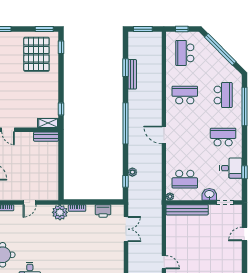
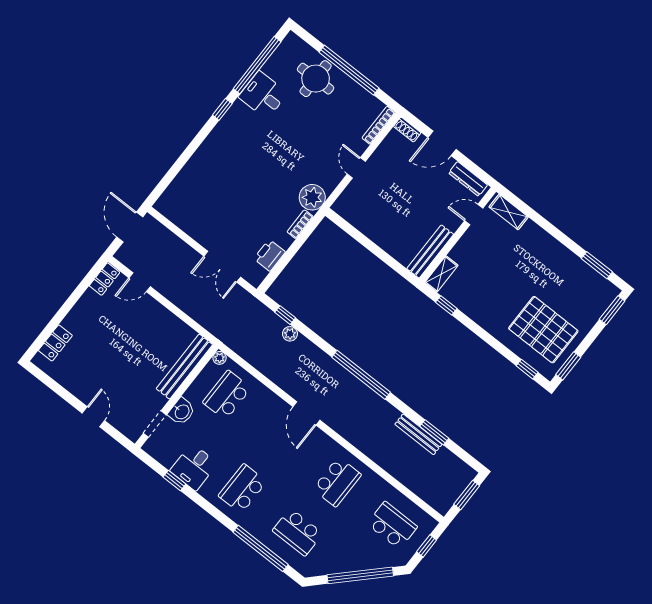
door: (164, 135) -> (306, 413), swing flipped
bench: (46, 137) -> (430, 251), width x1.36
school desk: (223, 137) -> (243, 489), turned 180

